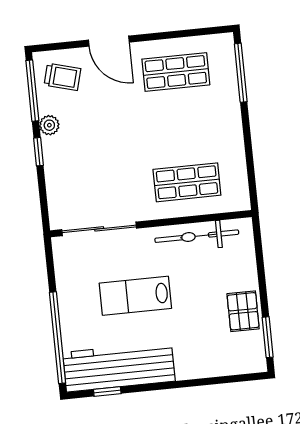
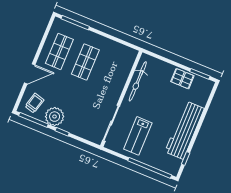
plant: (49, 125) -> (55, 117), width x1.88, depth x1.88
shop shelf: (187, 182) -> (85, 62), moved
lab bench: (135, 296) -> (138, 136), moved
workbench: (119, 367) -> (185, 130), moved

